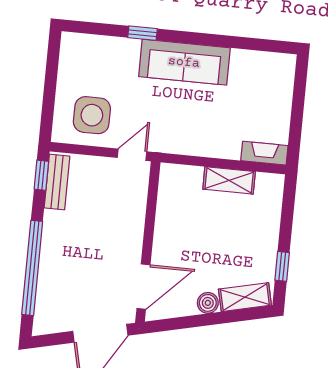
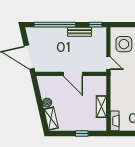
bench: (57, 182) -> (80, 32), moved
window: (282, 266) -> (82, 133), moved
door: (143, 287) -> (73, 74), moved

